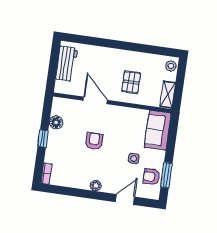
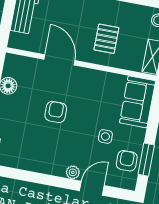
armchair: (151, 177) -> (127, 161), turned 90
plant: (96, 186) -> (73, 172), moved

